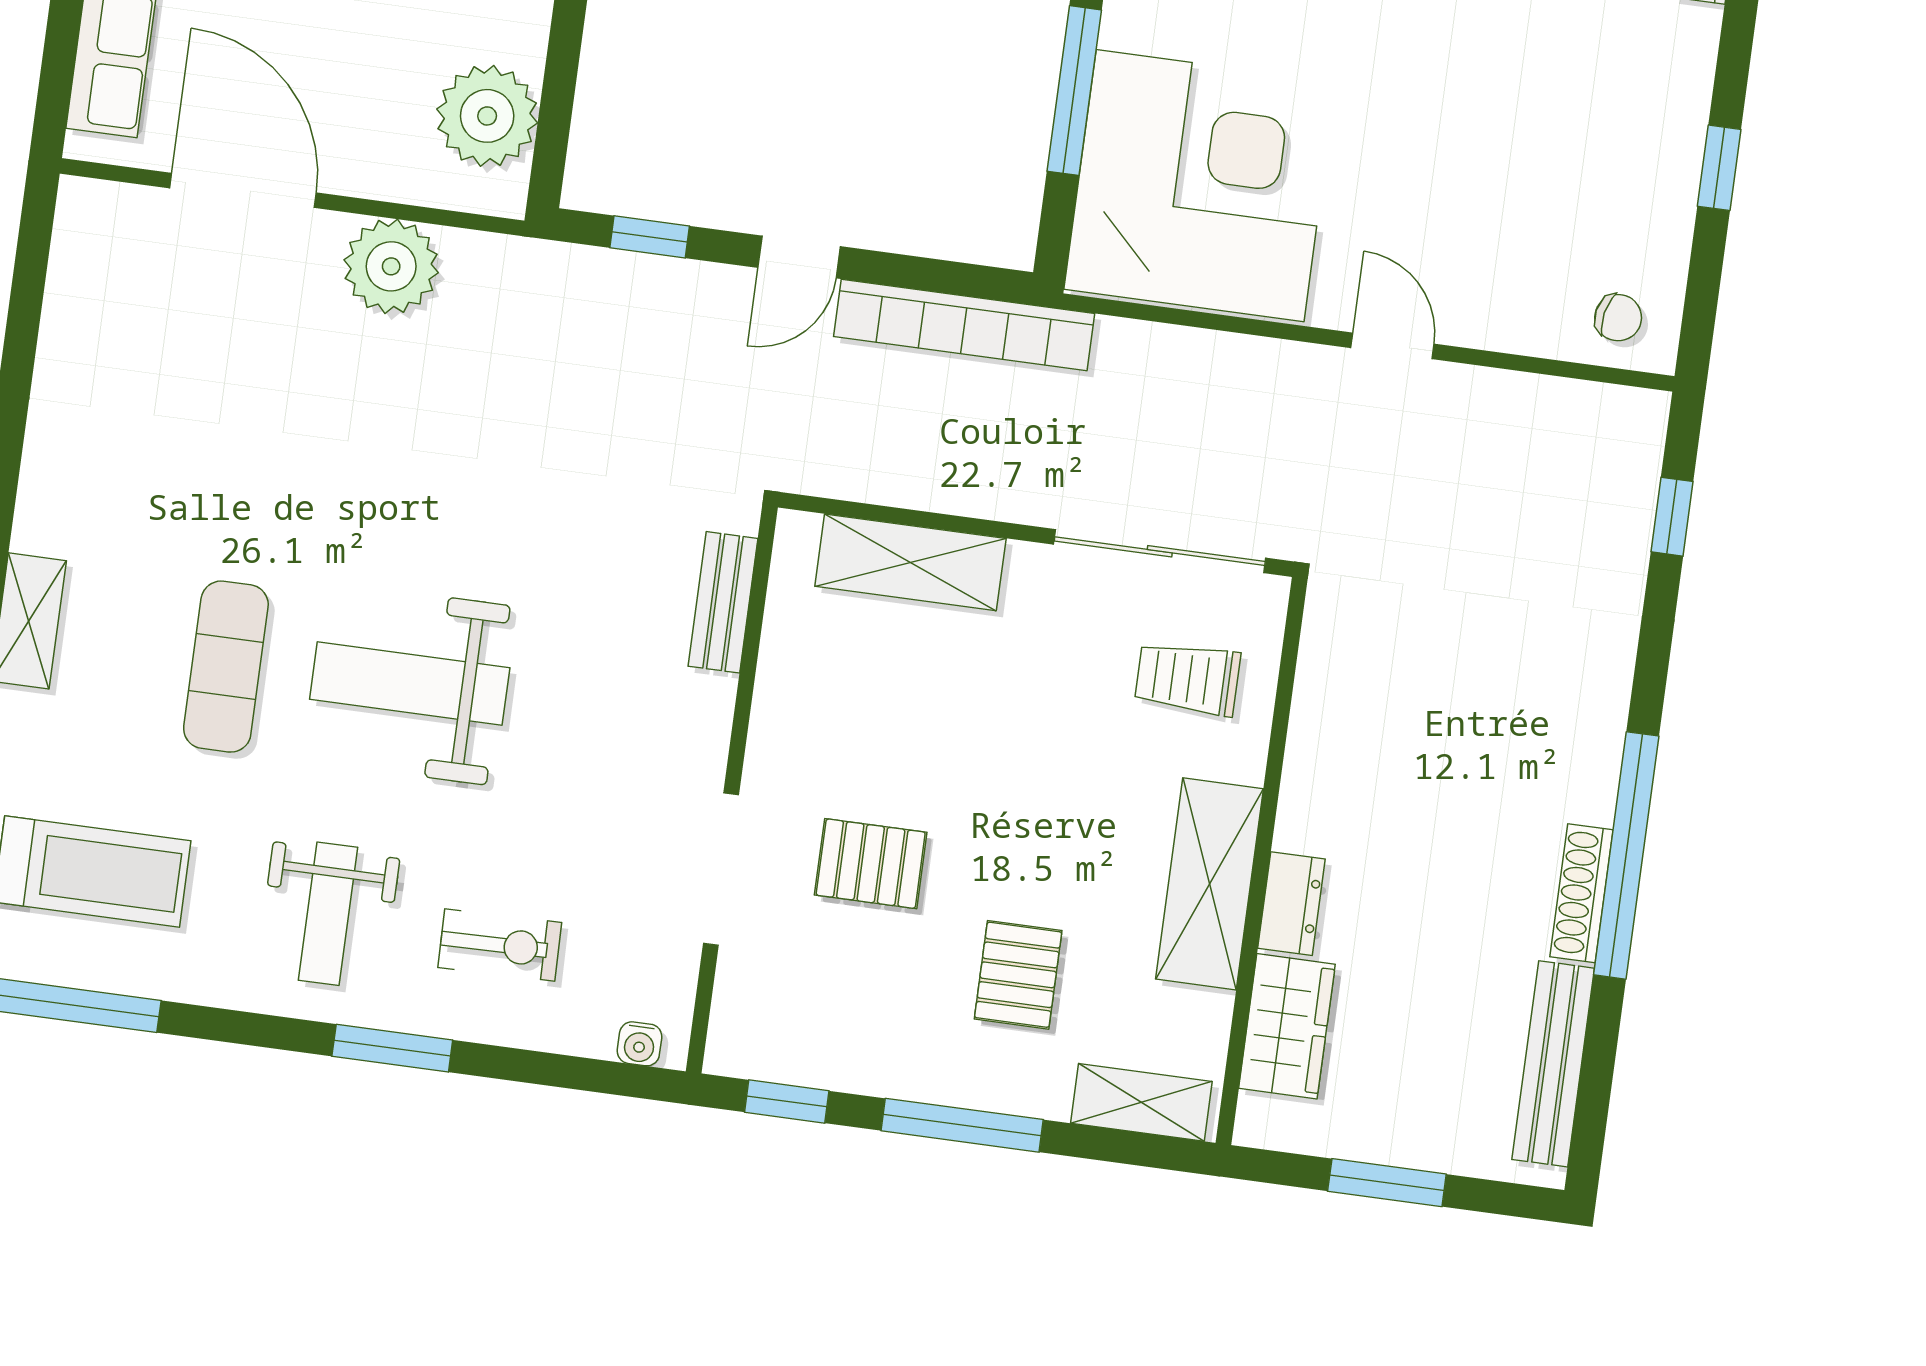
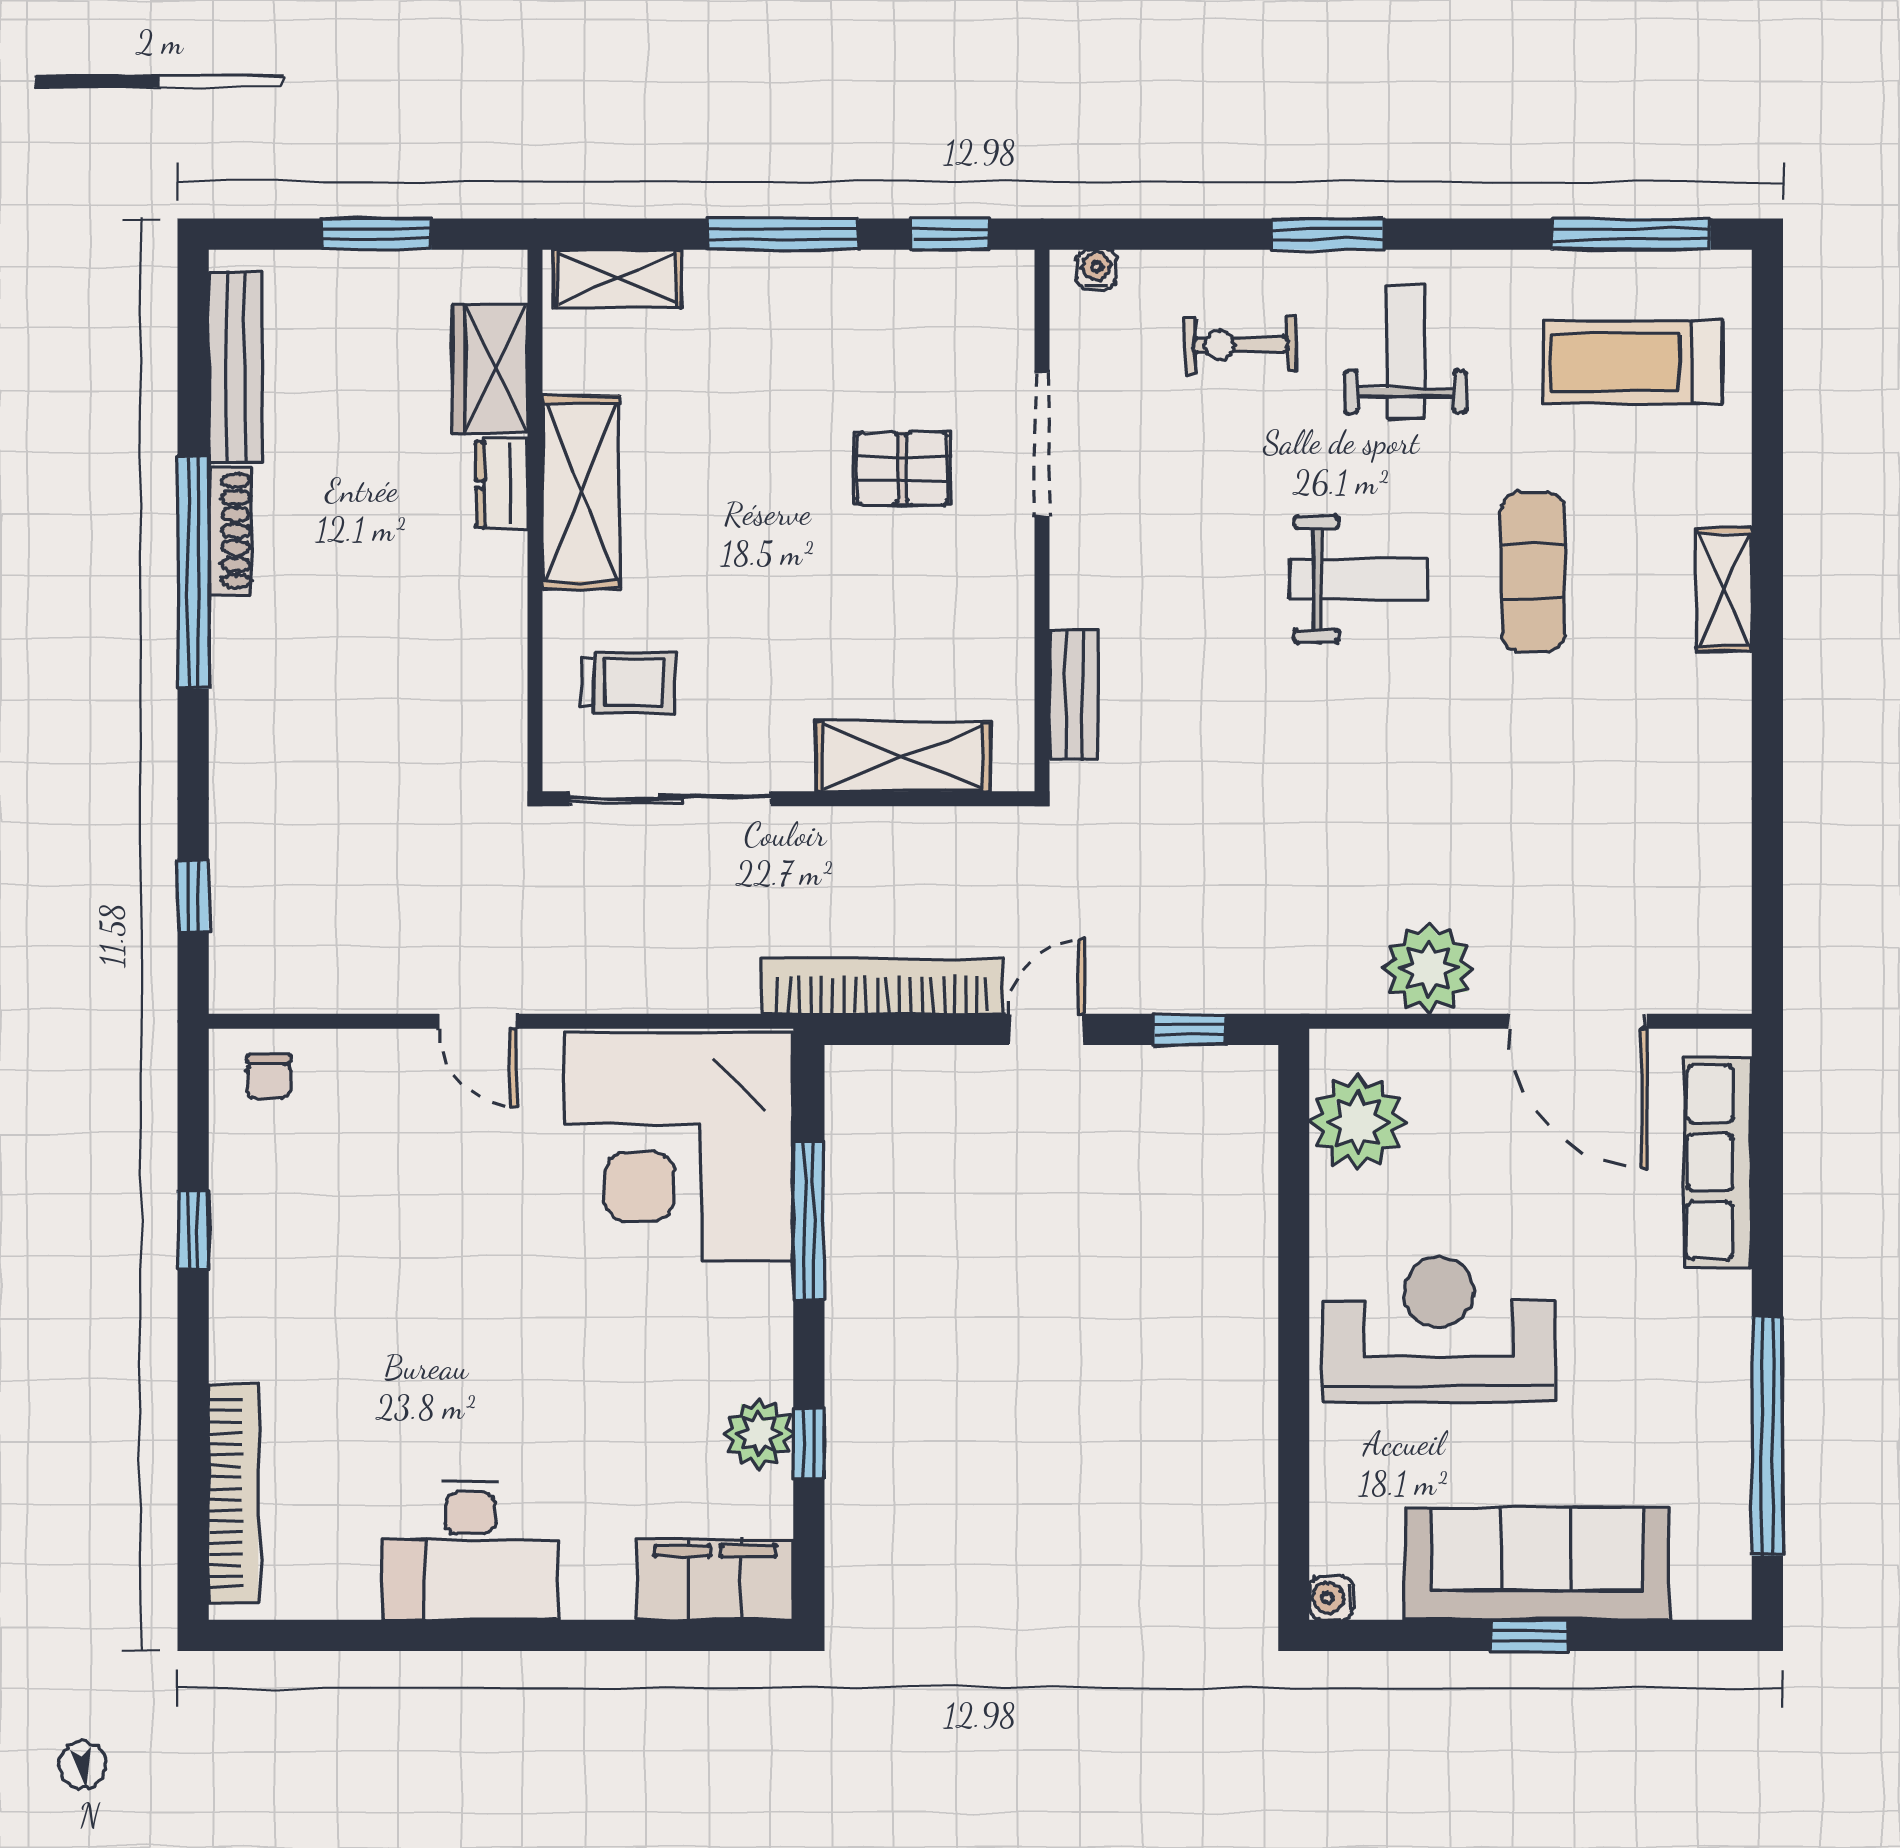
chair: (1618, 318) -> (269, 1077), turned -102
weight bench: (410, 683) -> (1358, 579), width x0.73, depth x0.75
pallet: (1018, 975) -> (749, 383), removed

